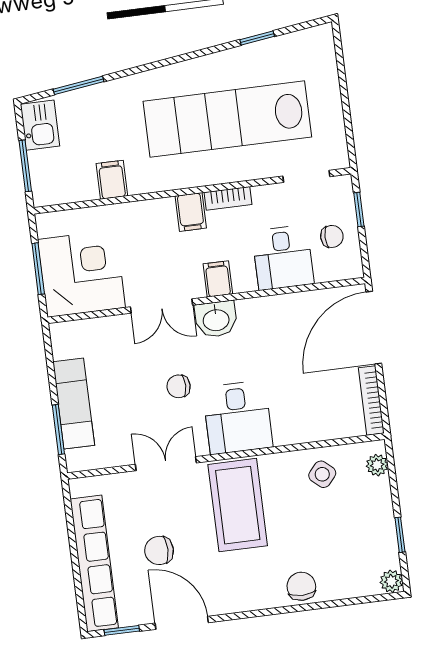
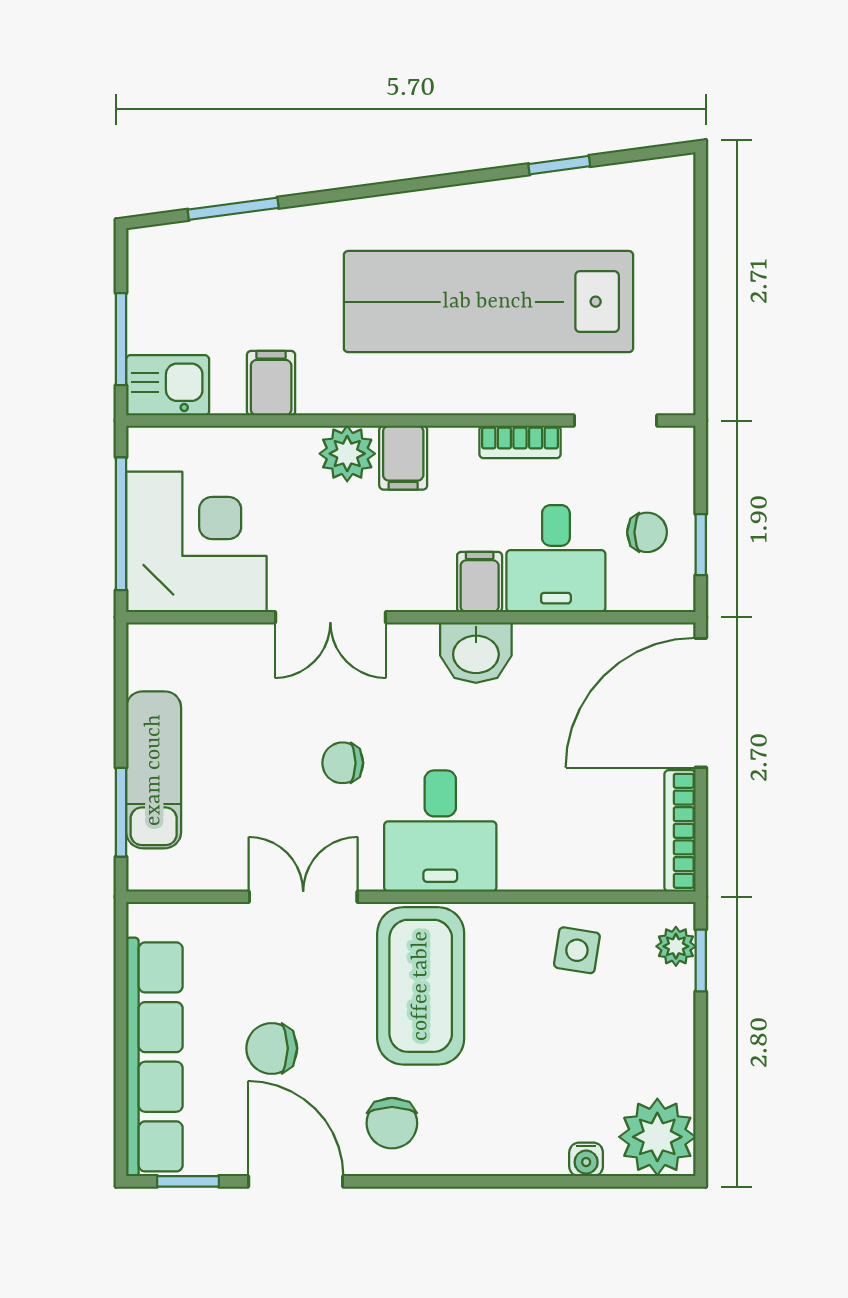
kitchen sink: (40, 125) -> (168, 385), moved, turned -90
bookcase: (228, 198) -> (520, 442), moved
window: (359, 210) -> (701, 545), moved
plant: (159, 214) -> (347, 454), added
window: (38, 269) -> (121, 524), width x1.44
filing cabinet: (218, 279) -> (480, 582), moved
washbasin: (216, 319) -> (476, 653), moved
side table: (322, 474) -> (577, 950), turned -32
window: (400, 535) -> (701, 961), moved
plant: (391, 581) -> (657, 1137), width x1.88, depth x1.88
chair: (301, 586) -> (392, 1123), moved, turned 180
water cooler: (342, 590) -> (586, 1159), added

